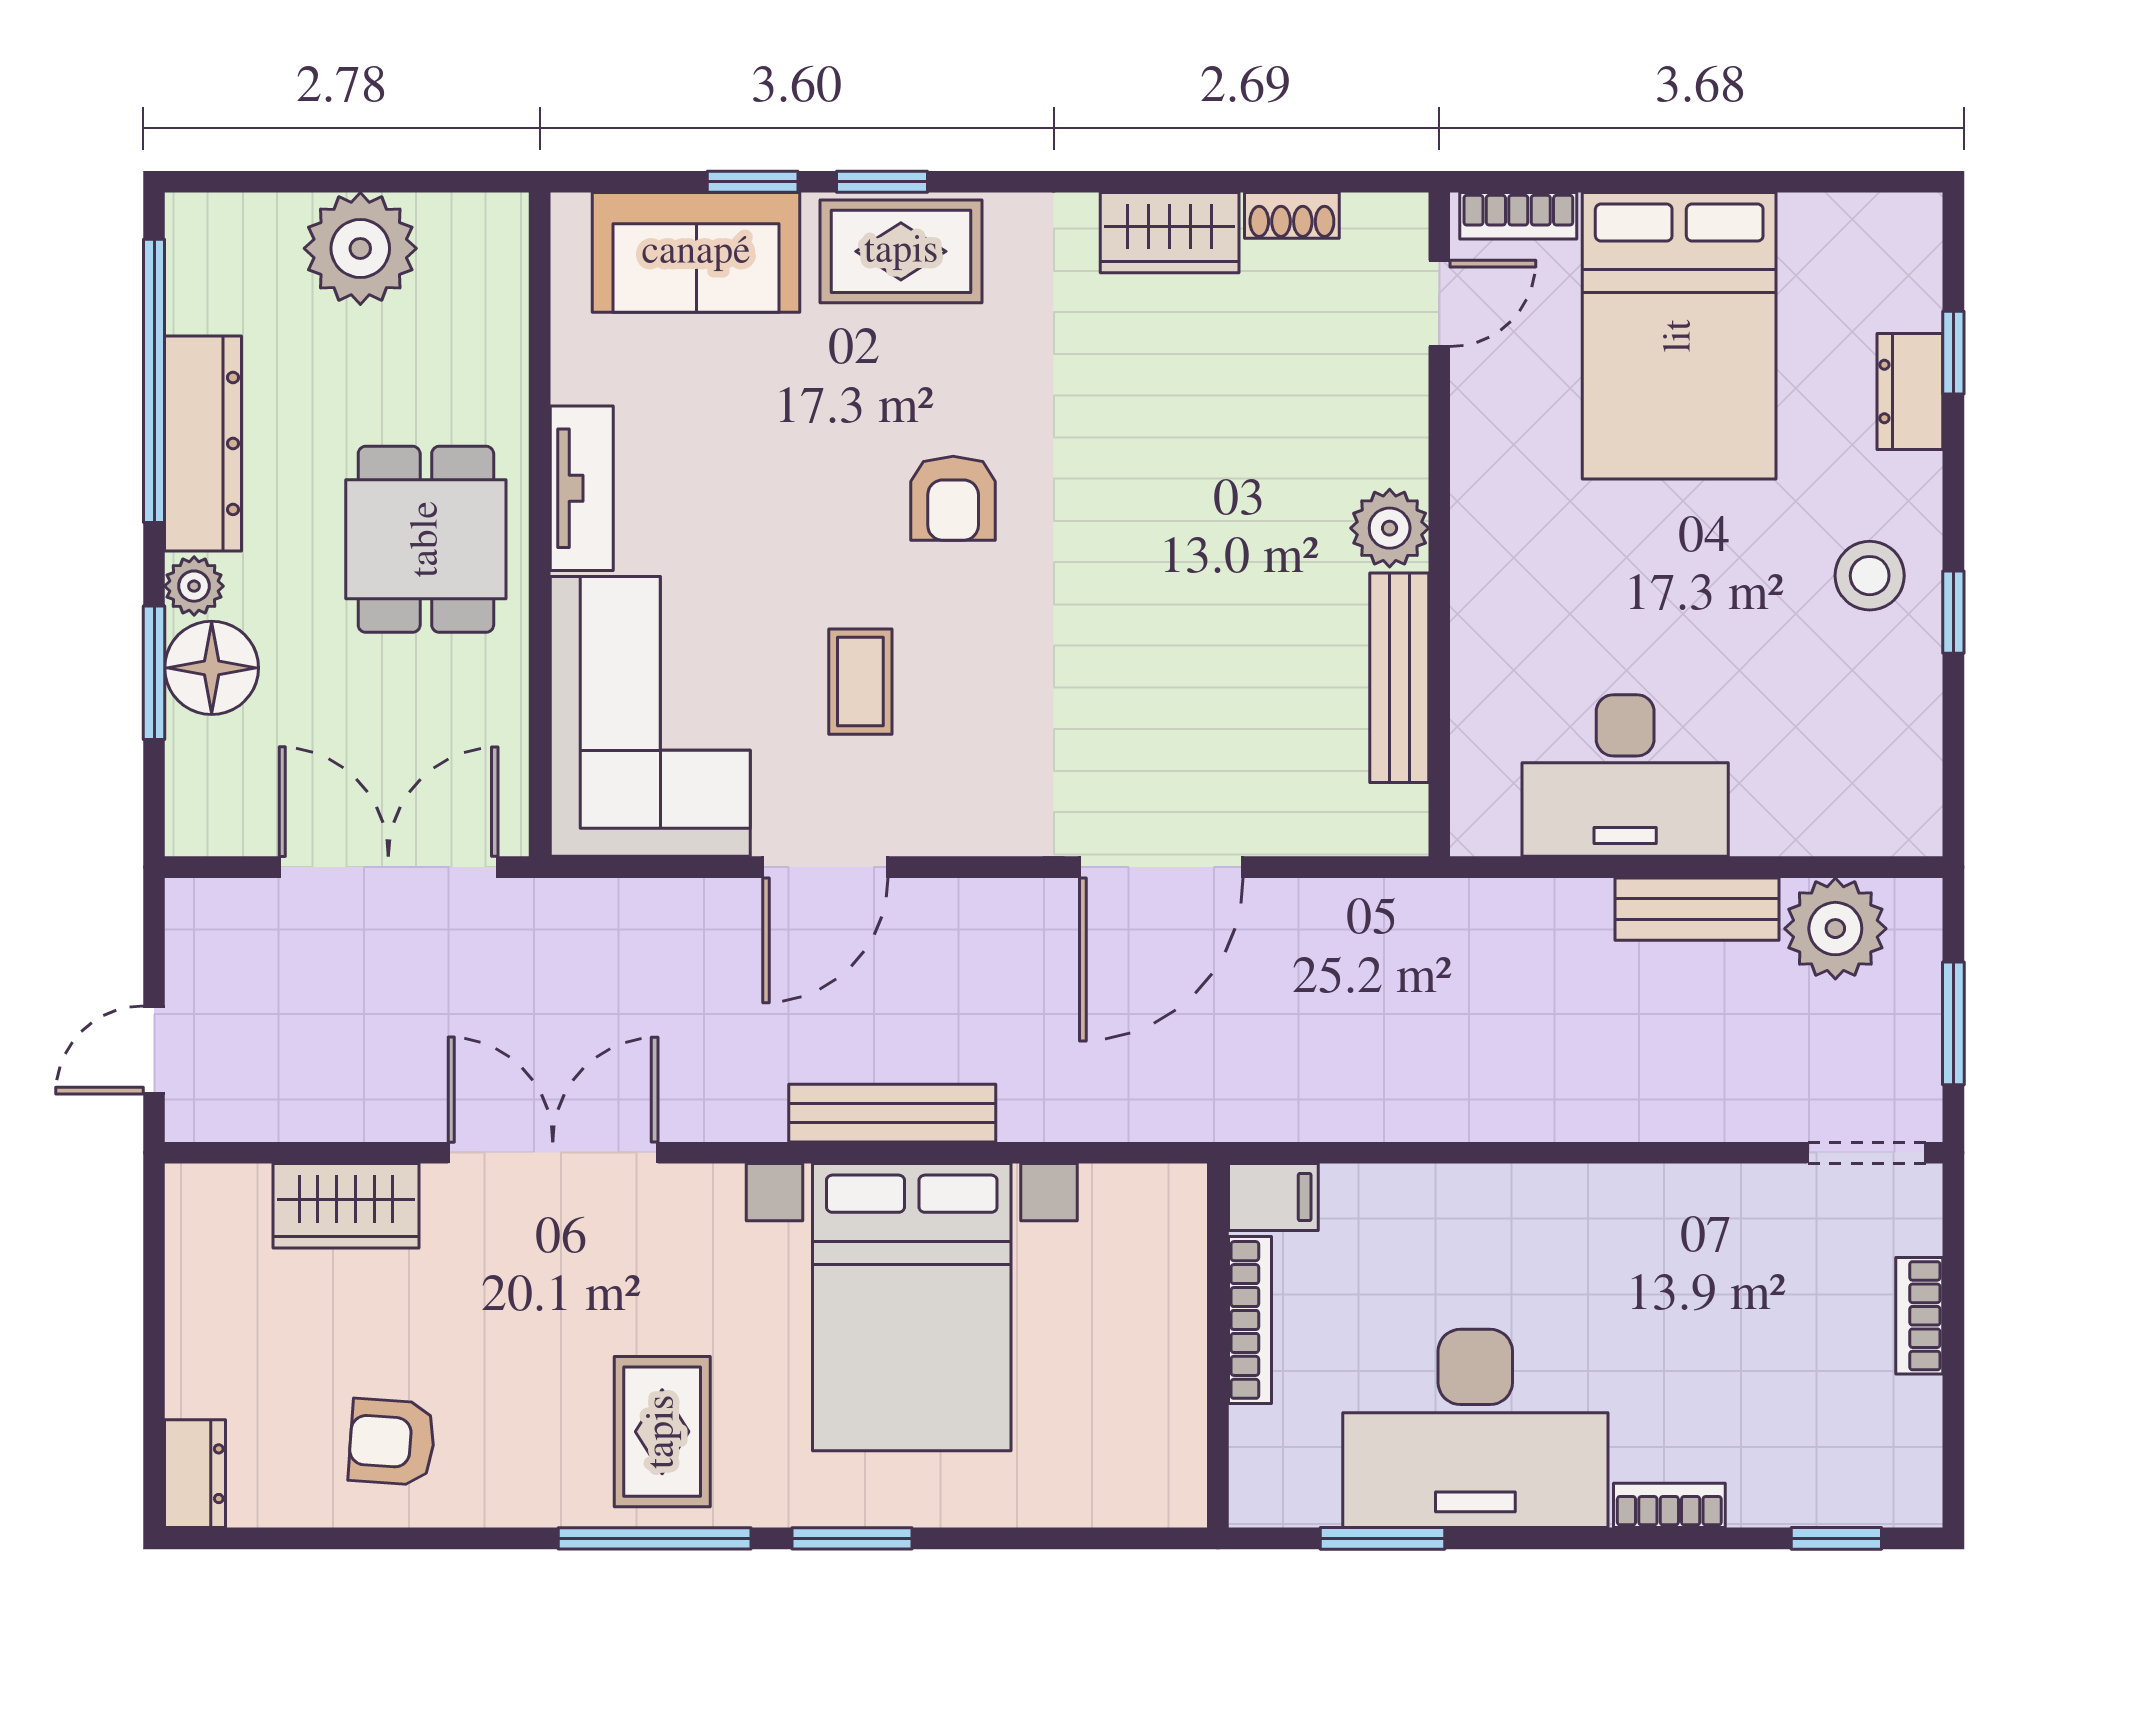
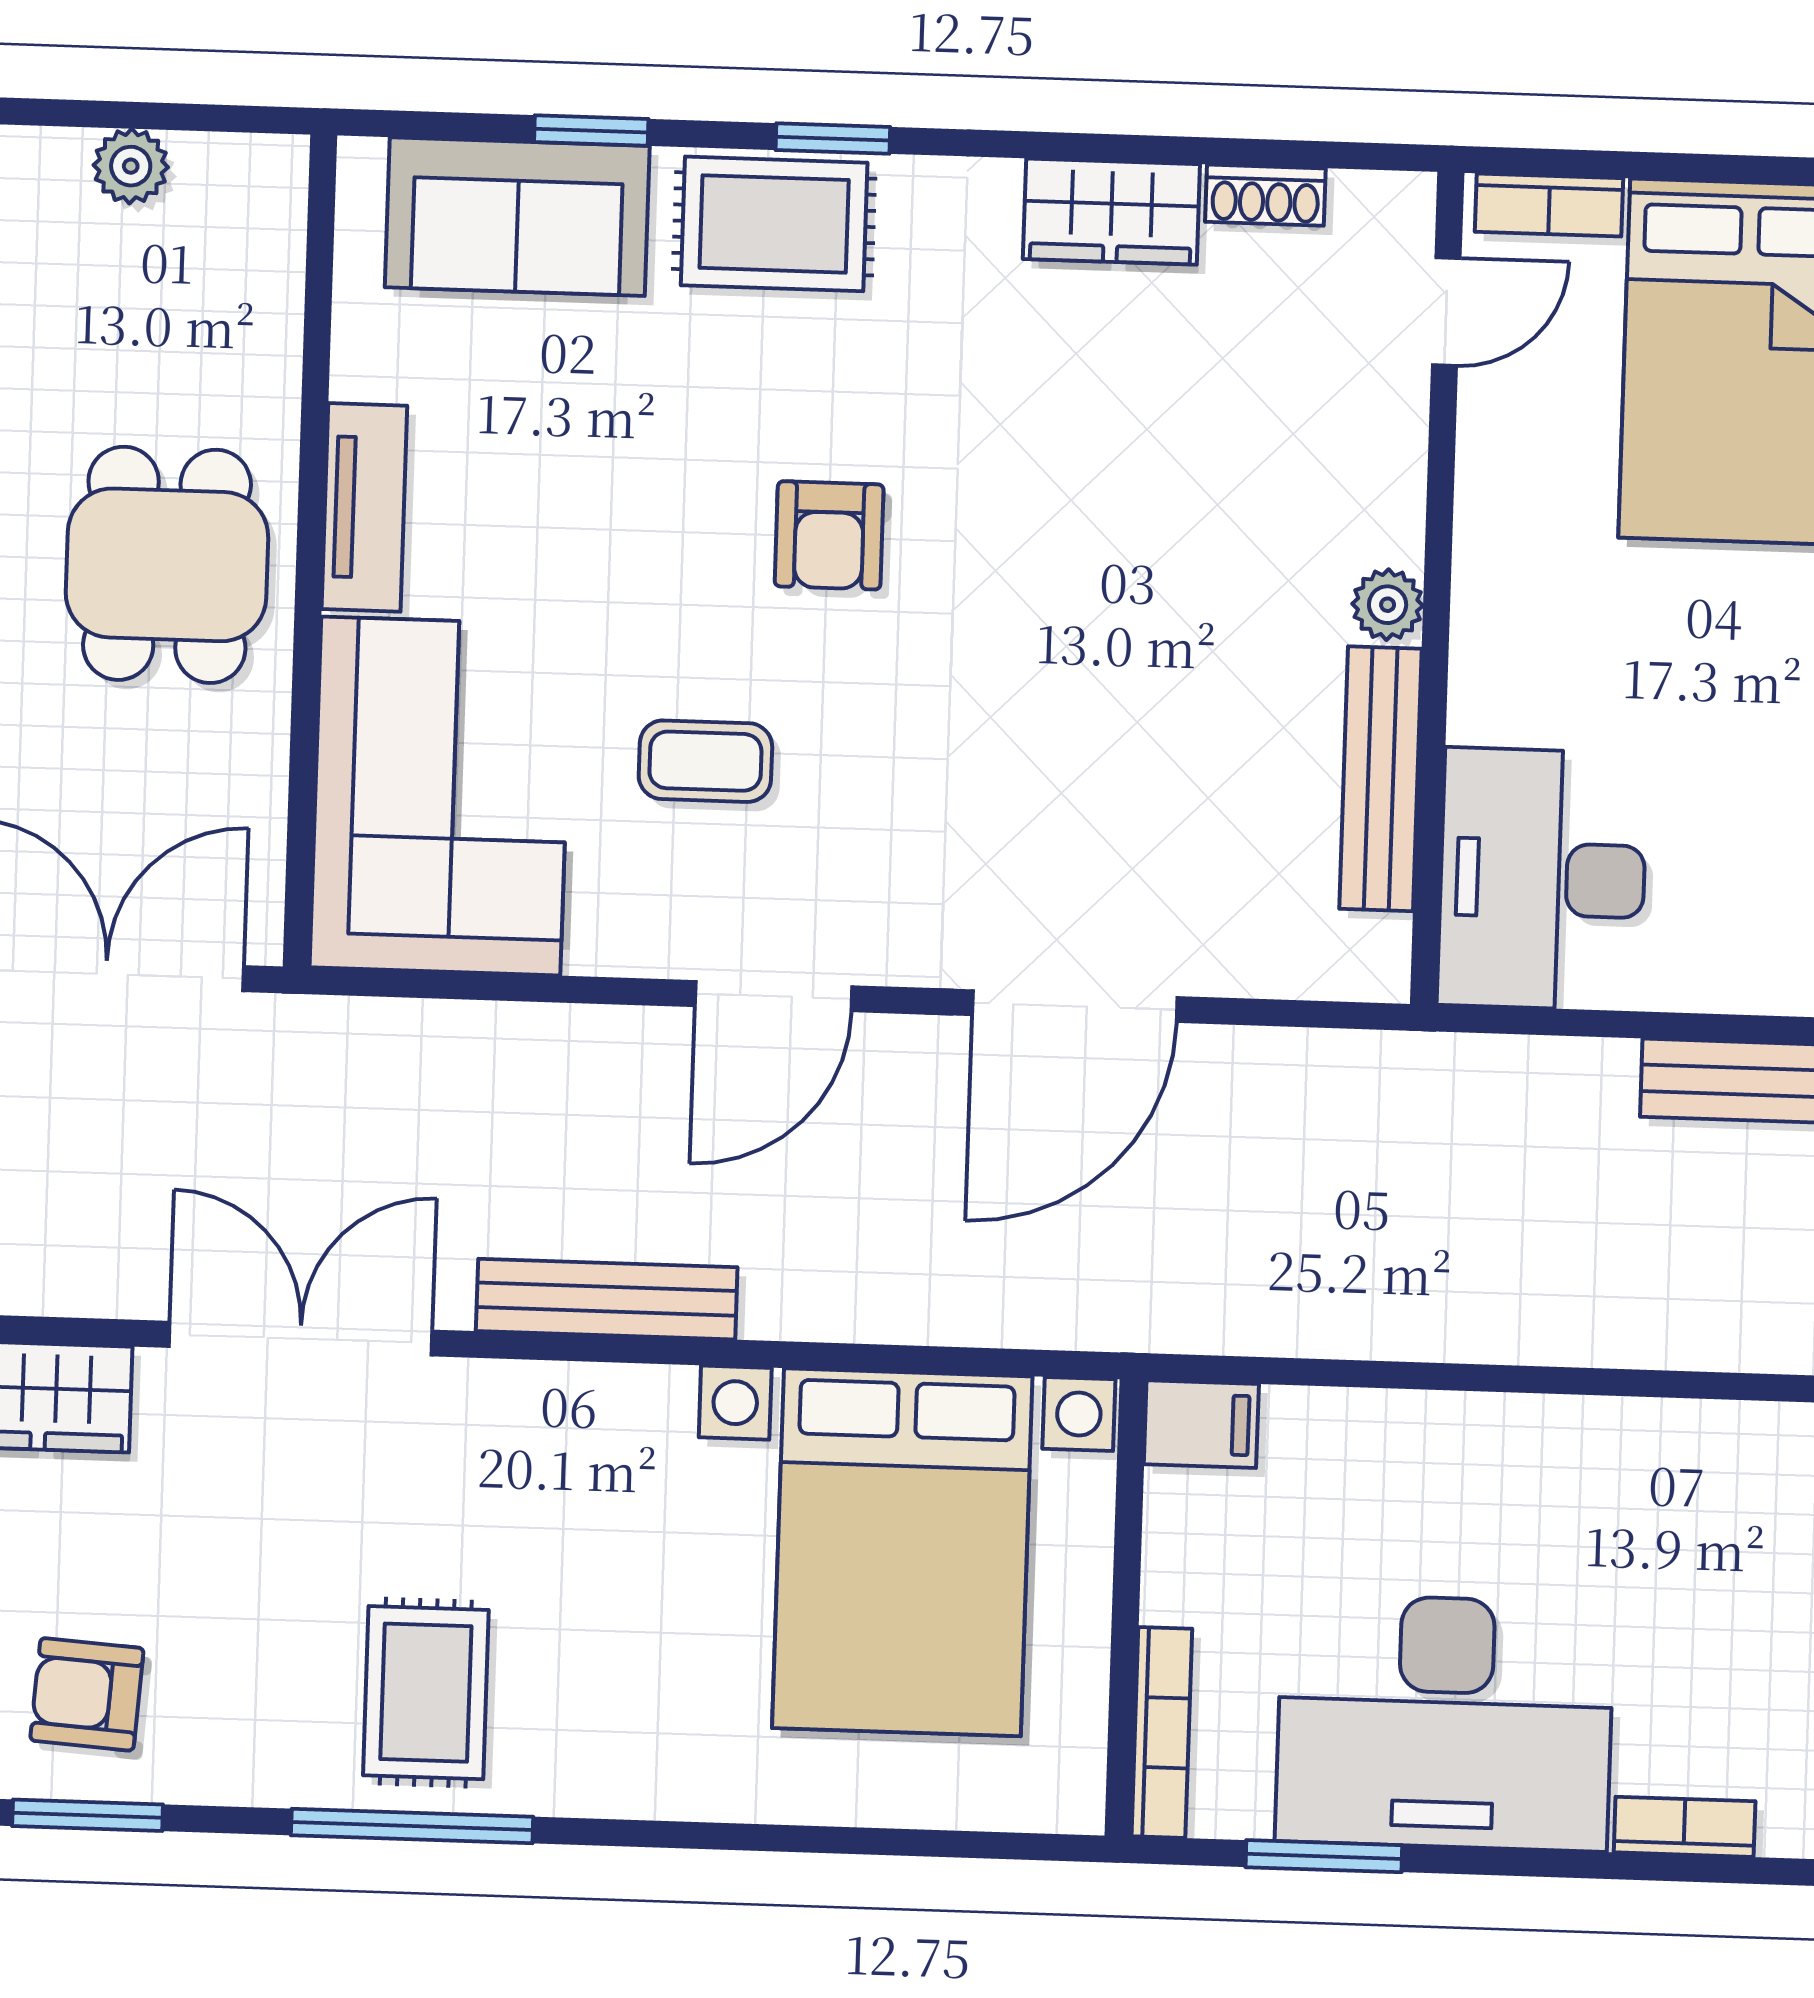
window: (882, 182) -> (833, 138), moved
plant: (360, 248) -> (131, 166), width x0.53, depth x0.53
plant: (1390, 528) -> (1388, 605), width x0.73, depth x0.73
coffee table: (860, 682) -> (705, 761), turned 90
desk: (1625, 776) -> (1542, 879), moved, turned 90
door: (825, 867) -> (773, 996), moved
bench: (892, 1113) -> (607, 1299), moved
bed with nightstands: (912, 1307) -> (902, 1552), moved
bookcase: (1250, 1320) -> (1162, 1732), moved
window: (852, 1538) -> (88, 1815), moved

